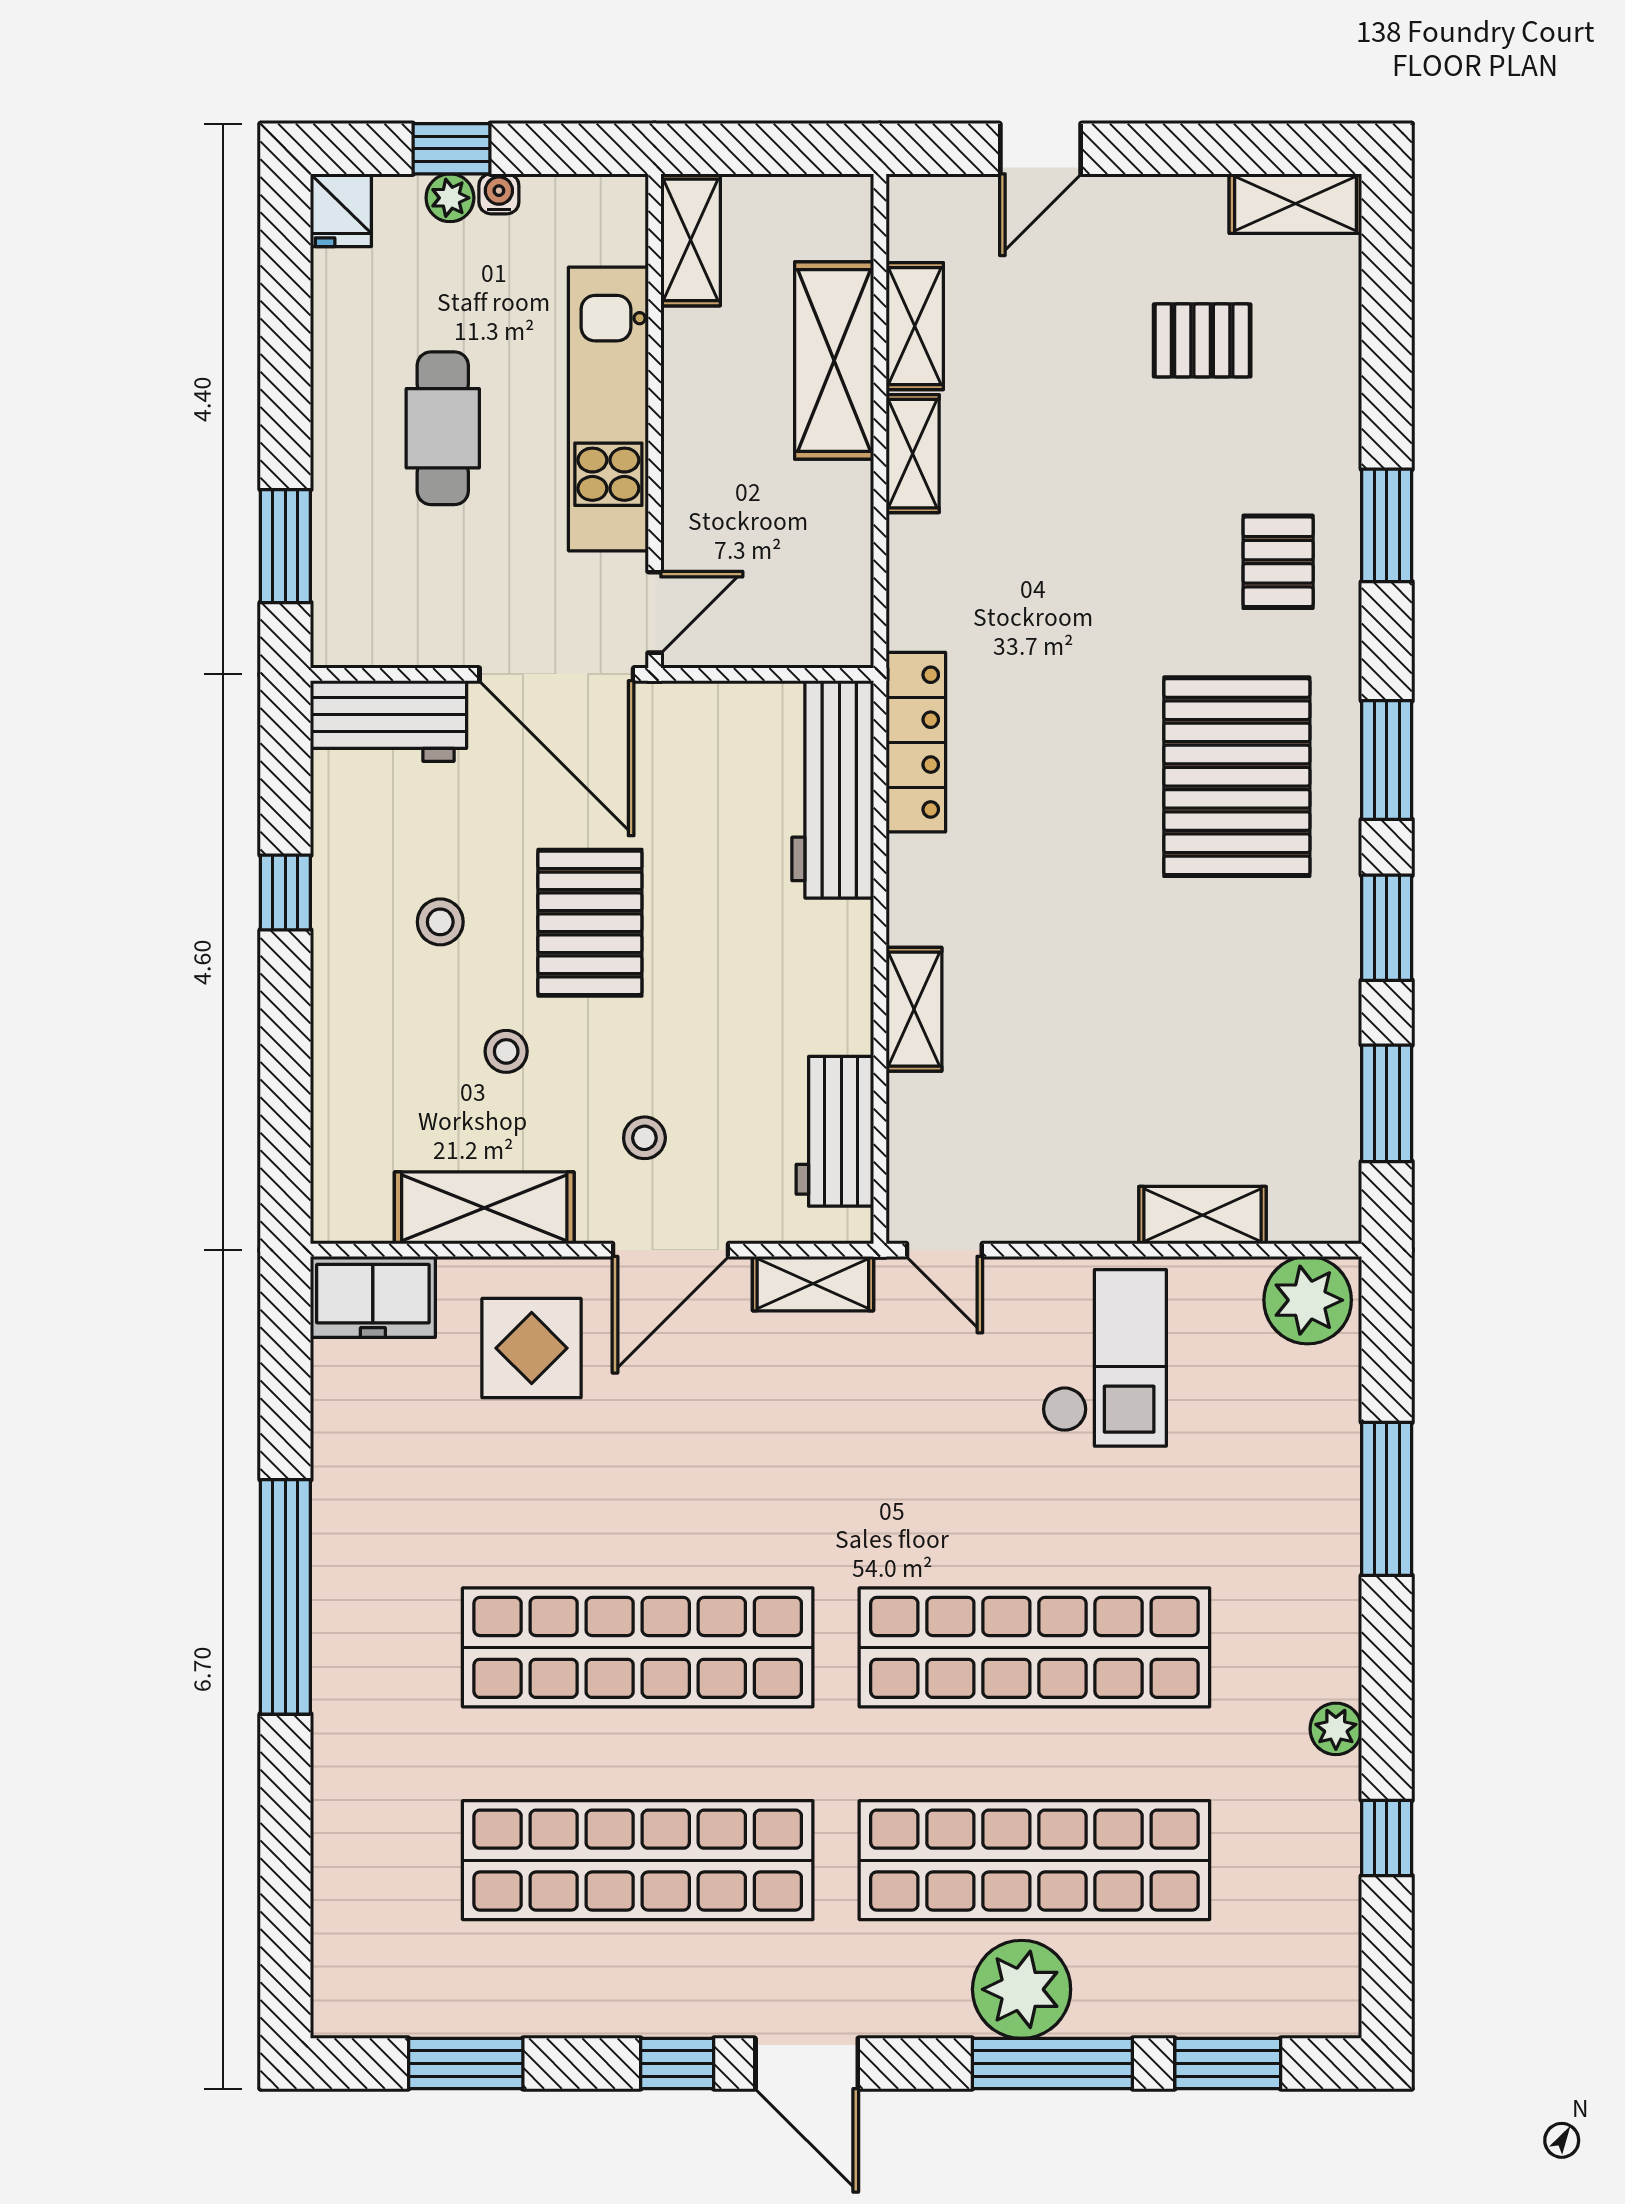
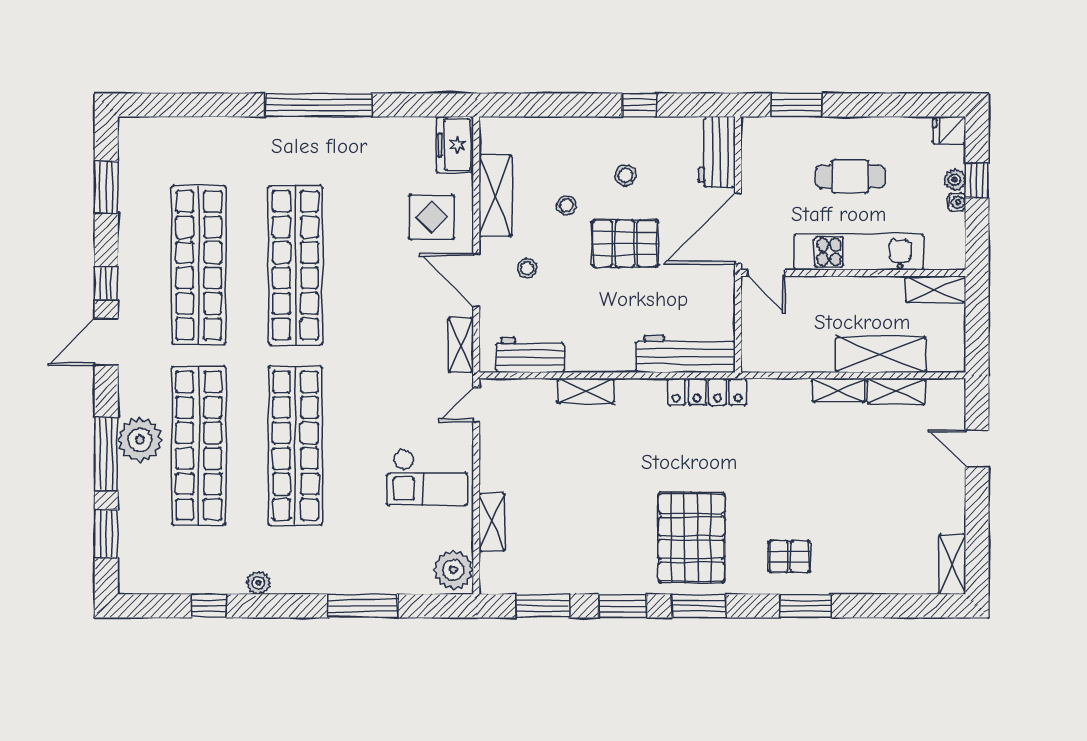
pallet: (1202, 340) -> (890, 522), removed
pallet: (1237, 777) -> (691, 538), turned 90

